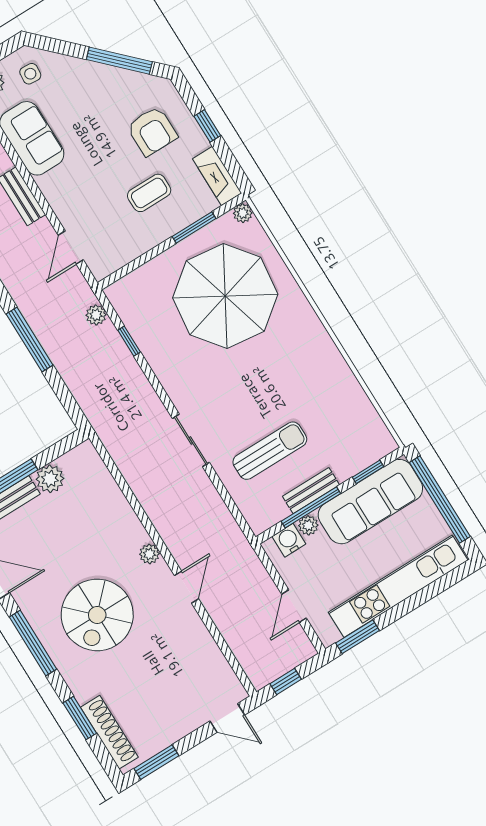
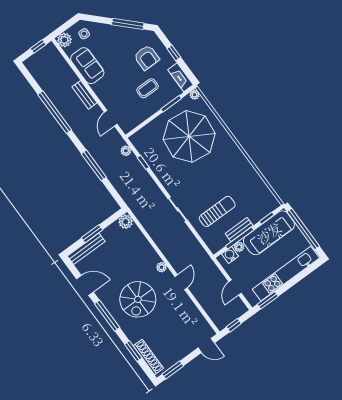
plant: (50, 479) -> (126, 222), moved

